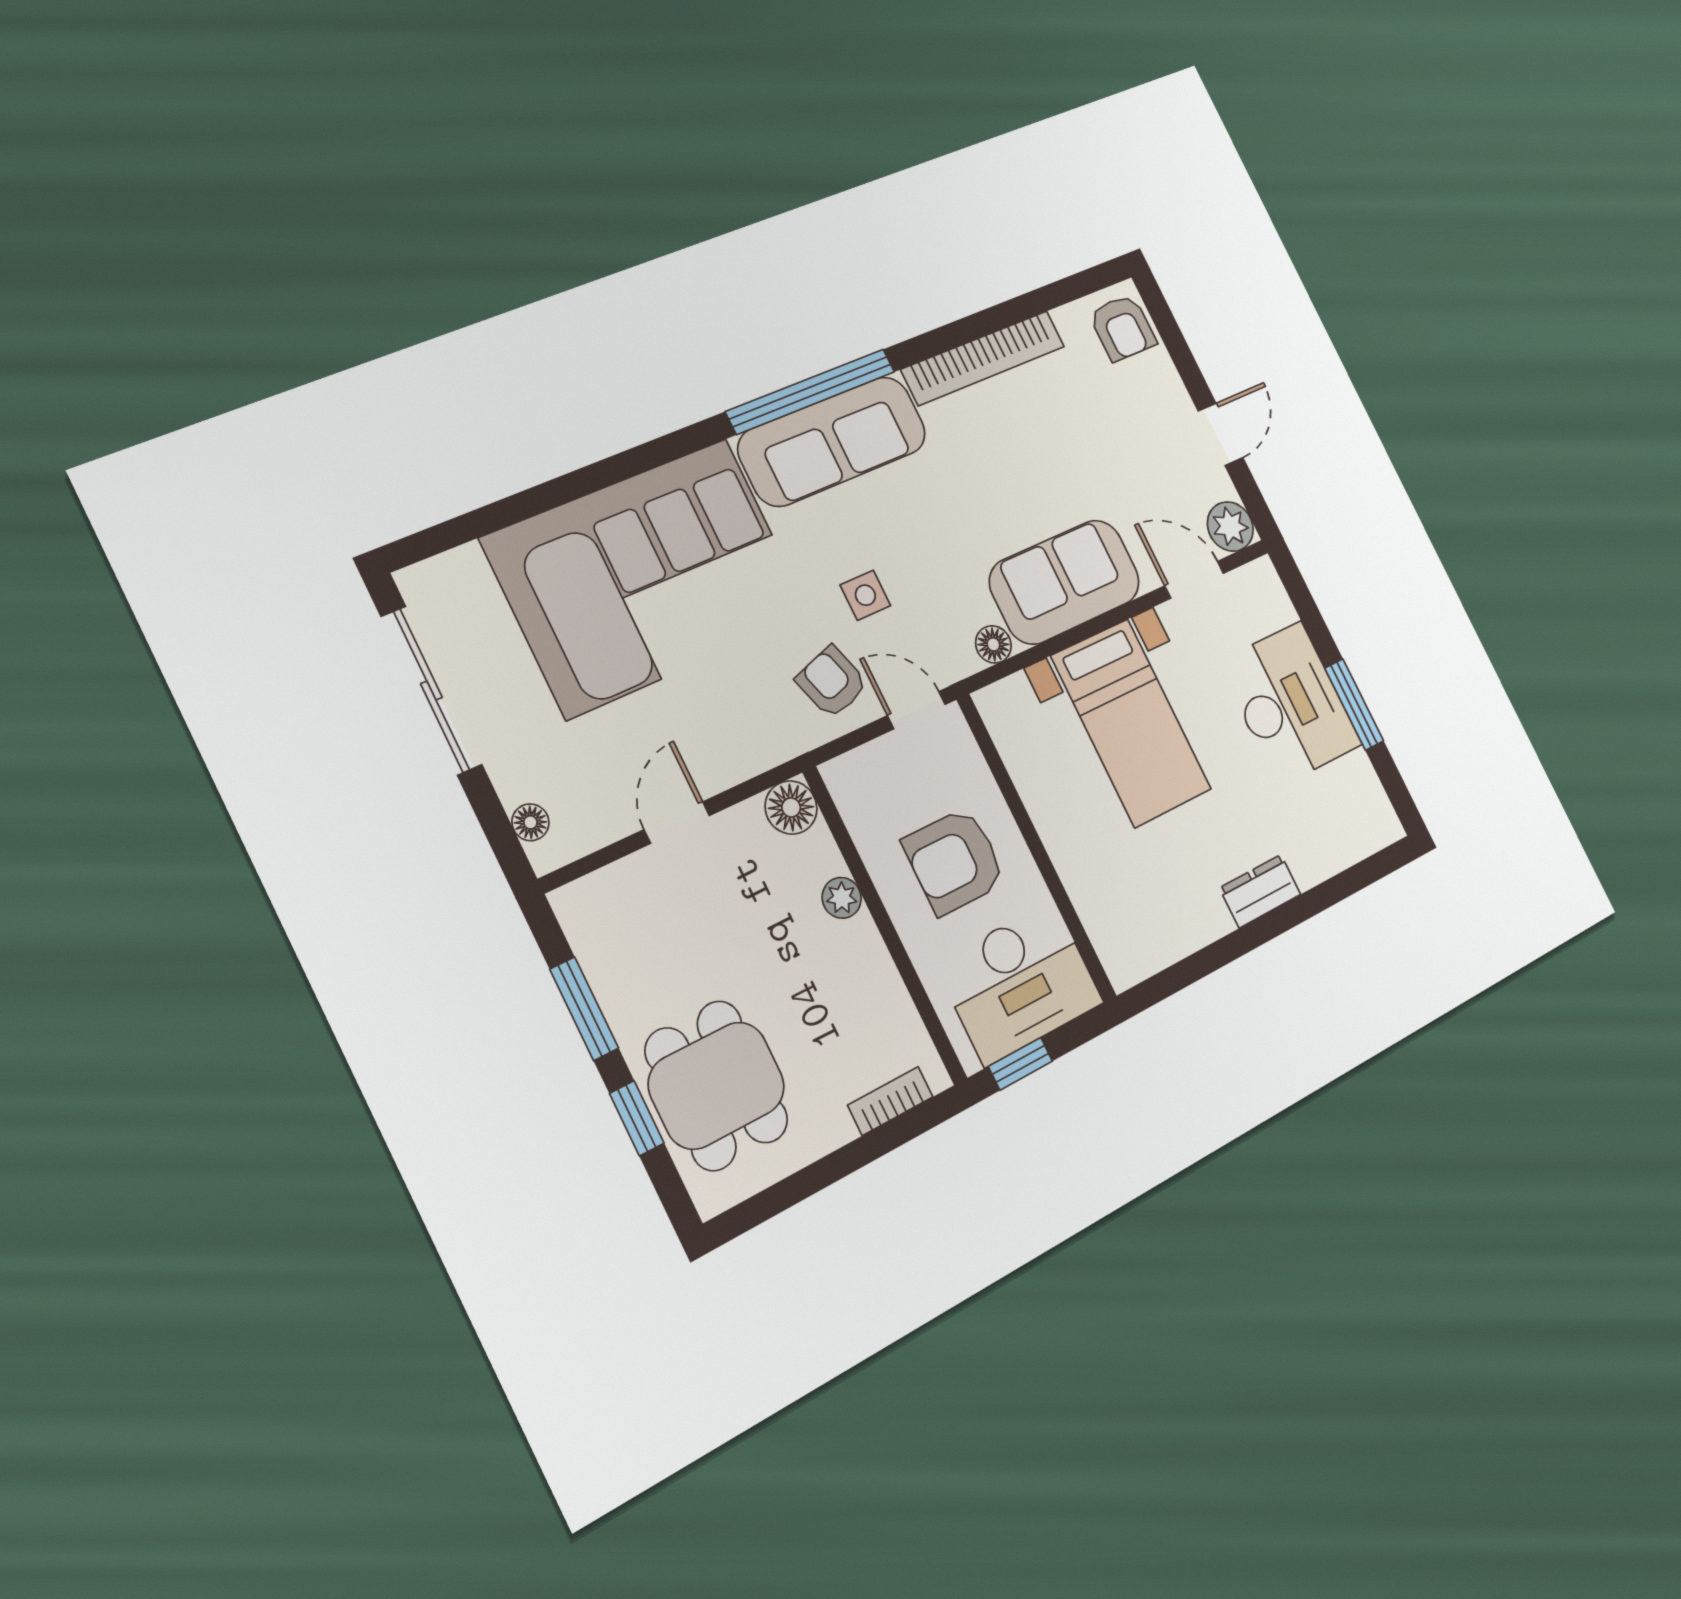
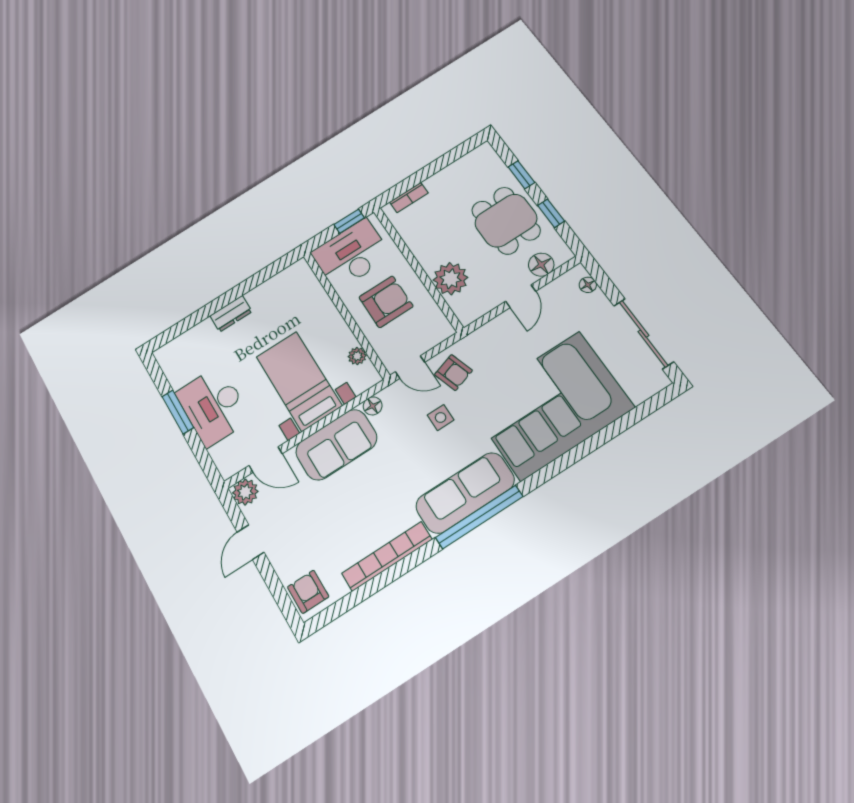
plant: (1018, 753) -> (357, 356), added
floor lamp: (791, 808) -> (541, 265), moved
plant: (842, 898) -> (450, 279), width x1.88, depth x1.88
window: (584, 1009) -> (551, 213), width x0.67
dining table: (717, 1085) -> (506, 221), moved

